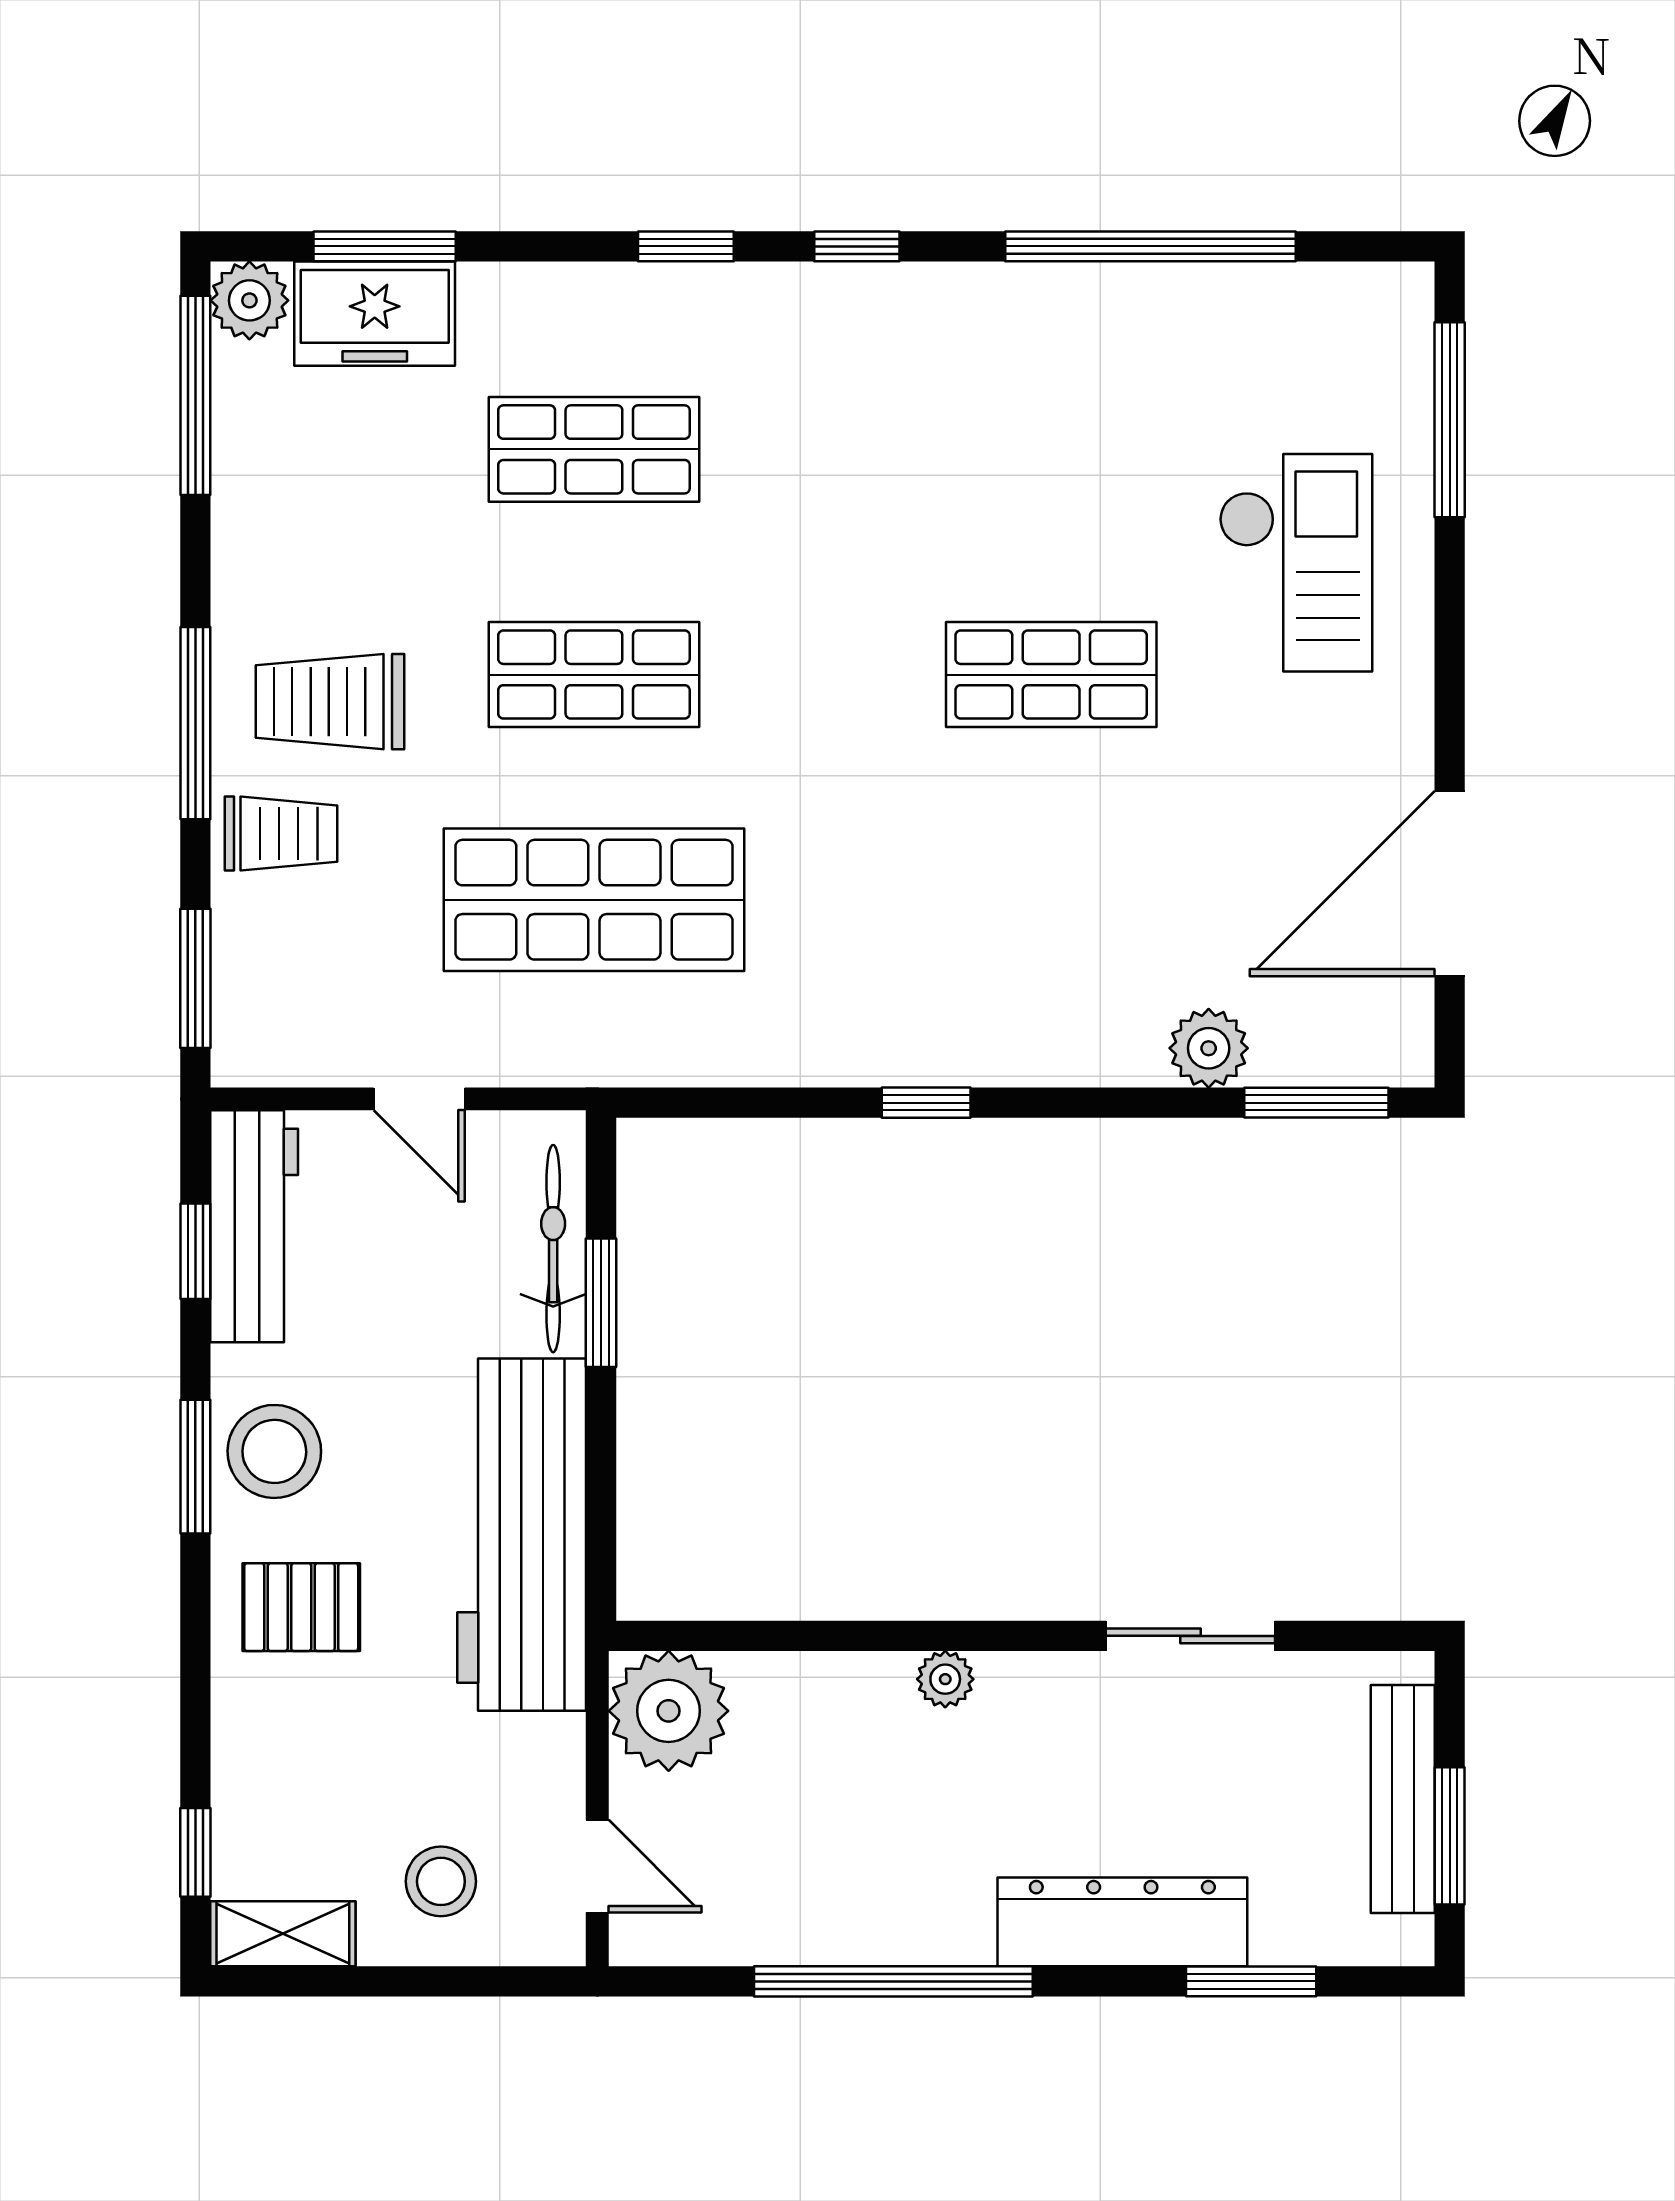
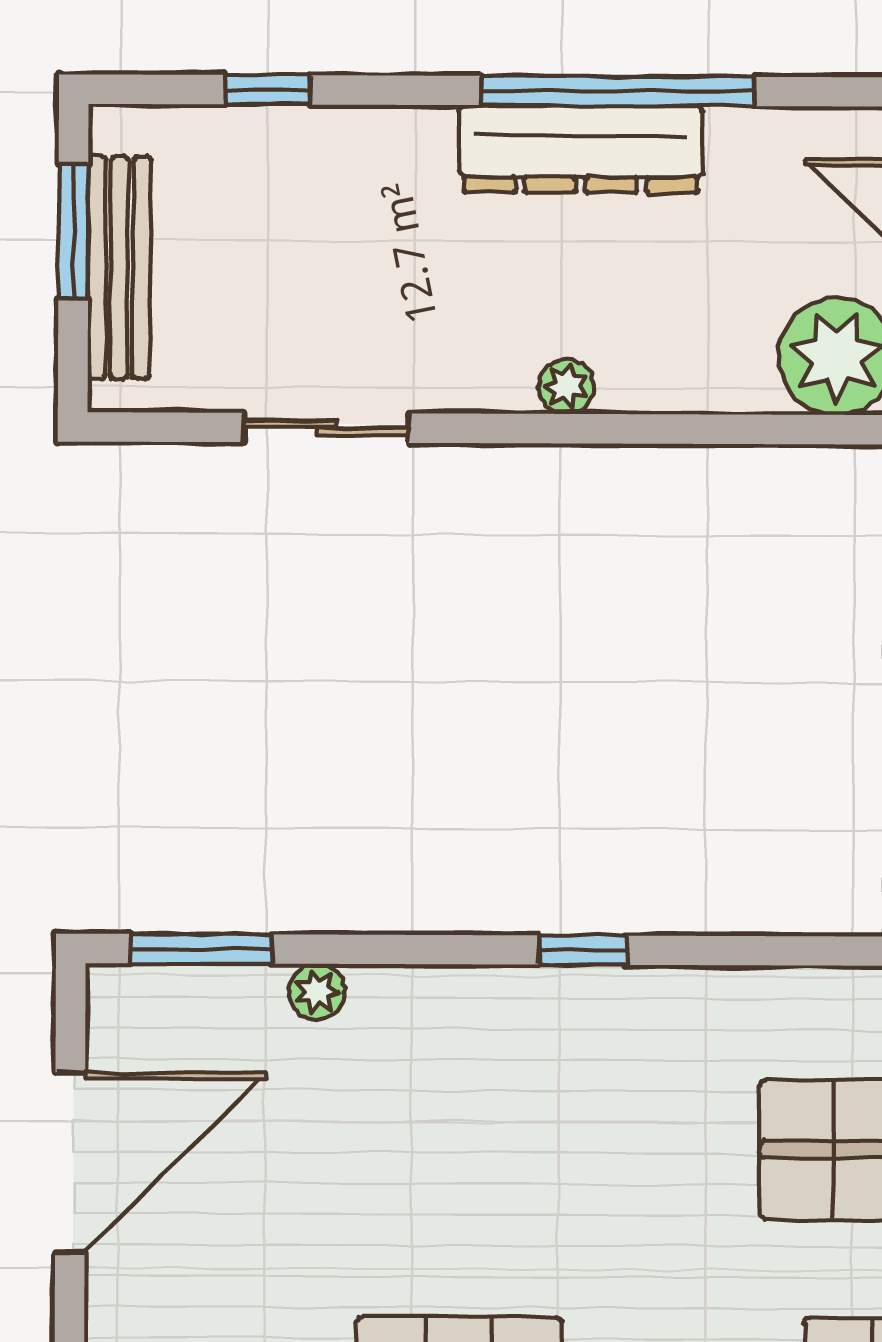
plant: (1209, 1048) -> (317, 992), width x0.73, depth x0.73
dresser: (1122, 1922) -> (581, 149), moved
window: (1251, 1981) -> (268, 90), width x0.67

